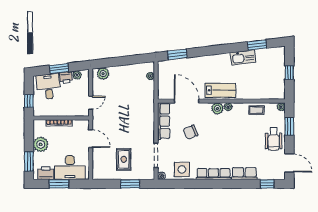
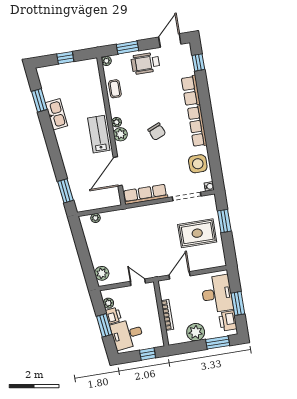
chair: (191, 132) -> (157, 132), moved
wheelchair: (274, 139) -> (145, 63), turned 180
rug: (124, 159) -> (197, 233), width x1.36, depth x1.43

